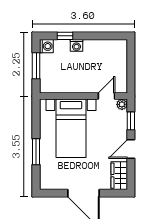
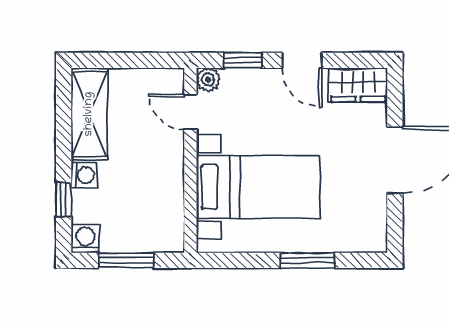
shelving: (105, 48) -> (89, 114), added

